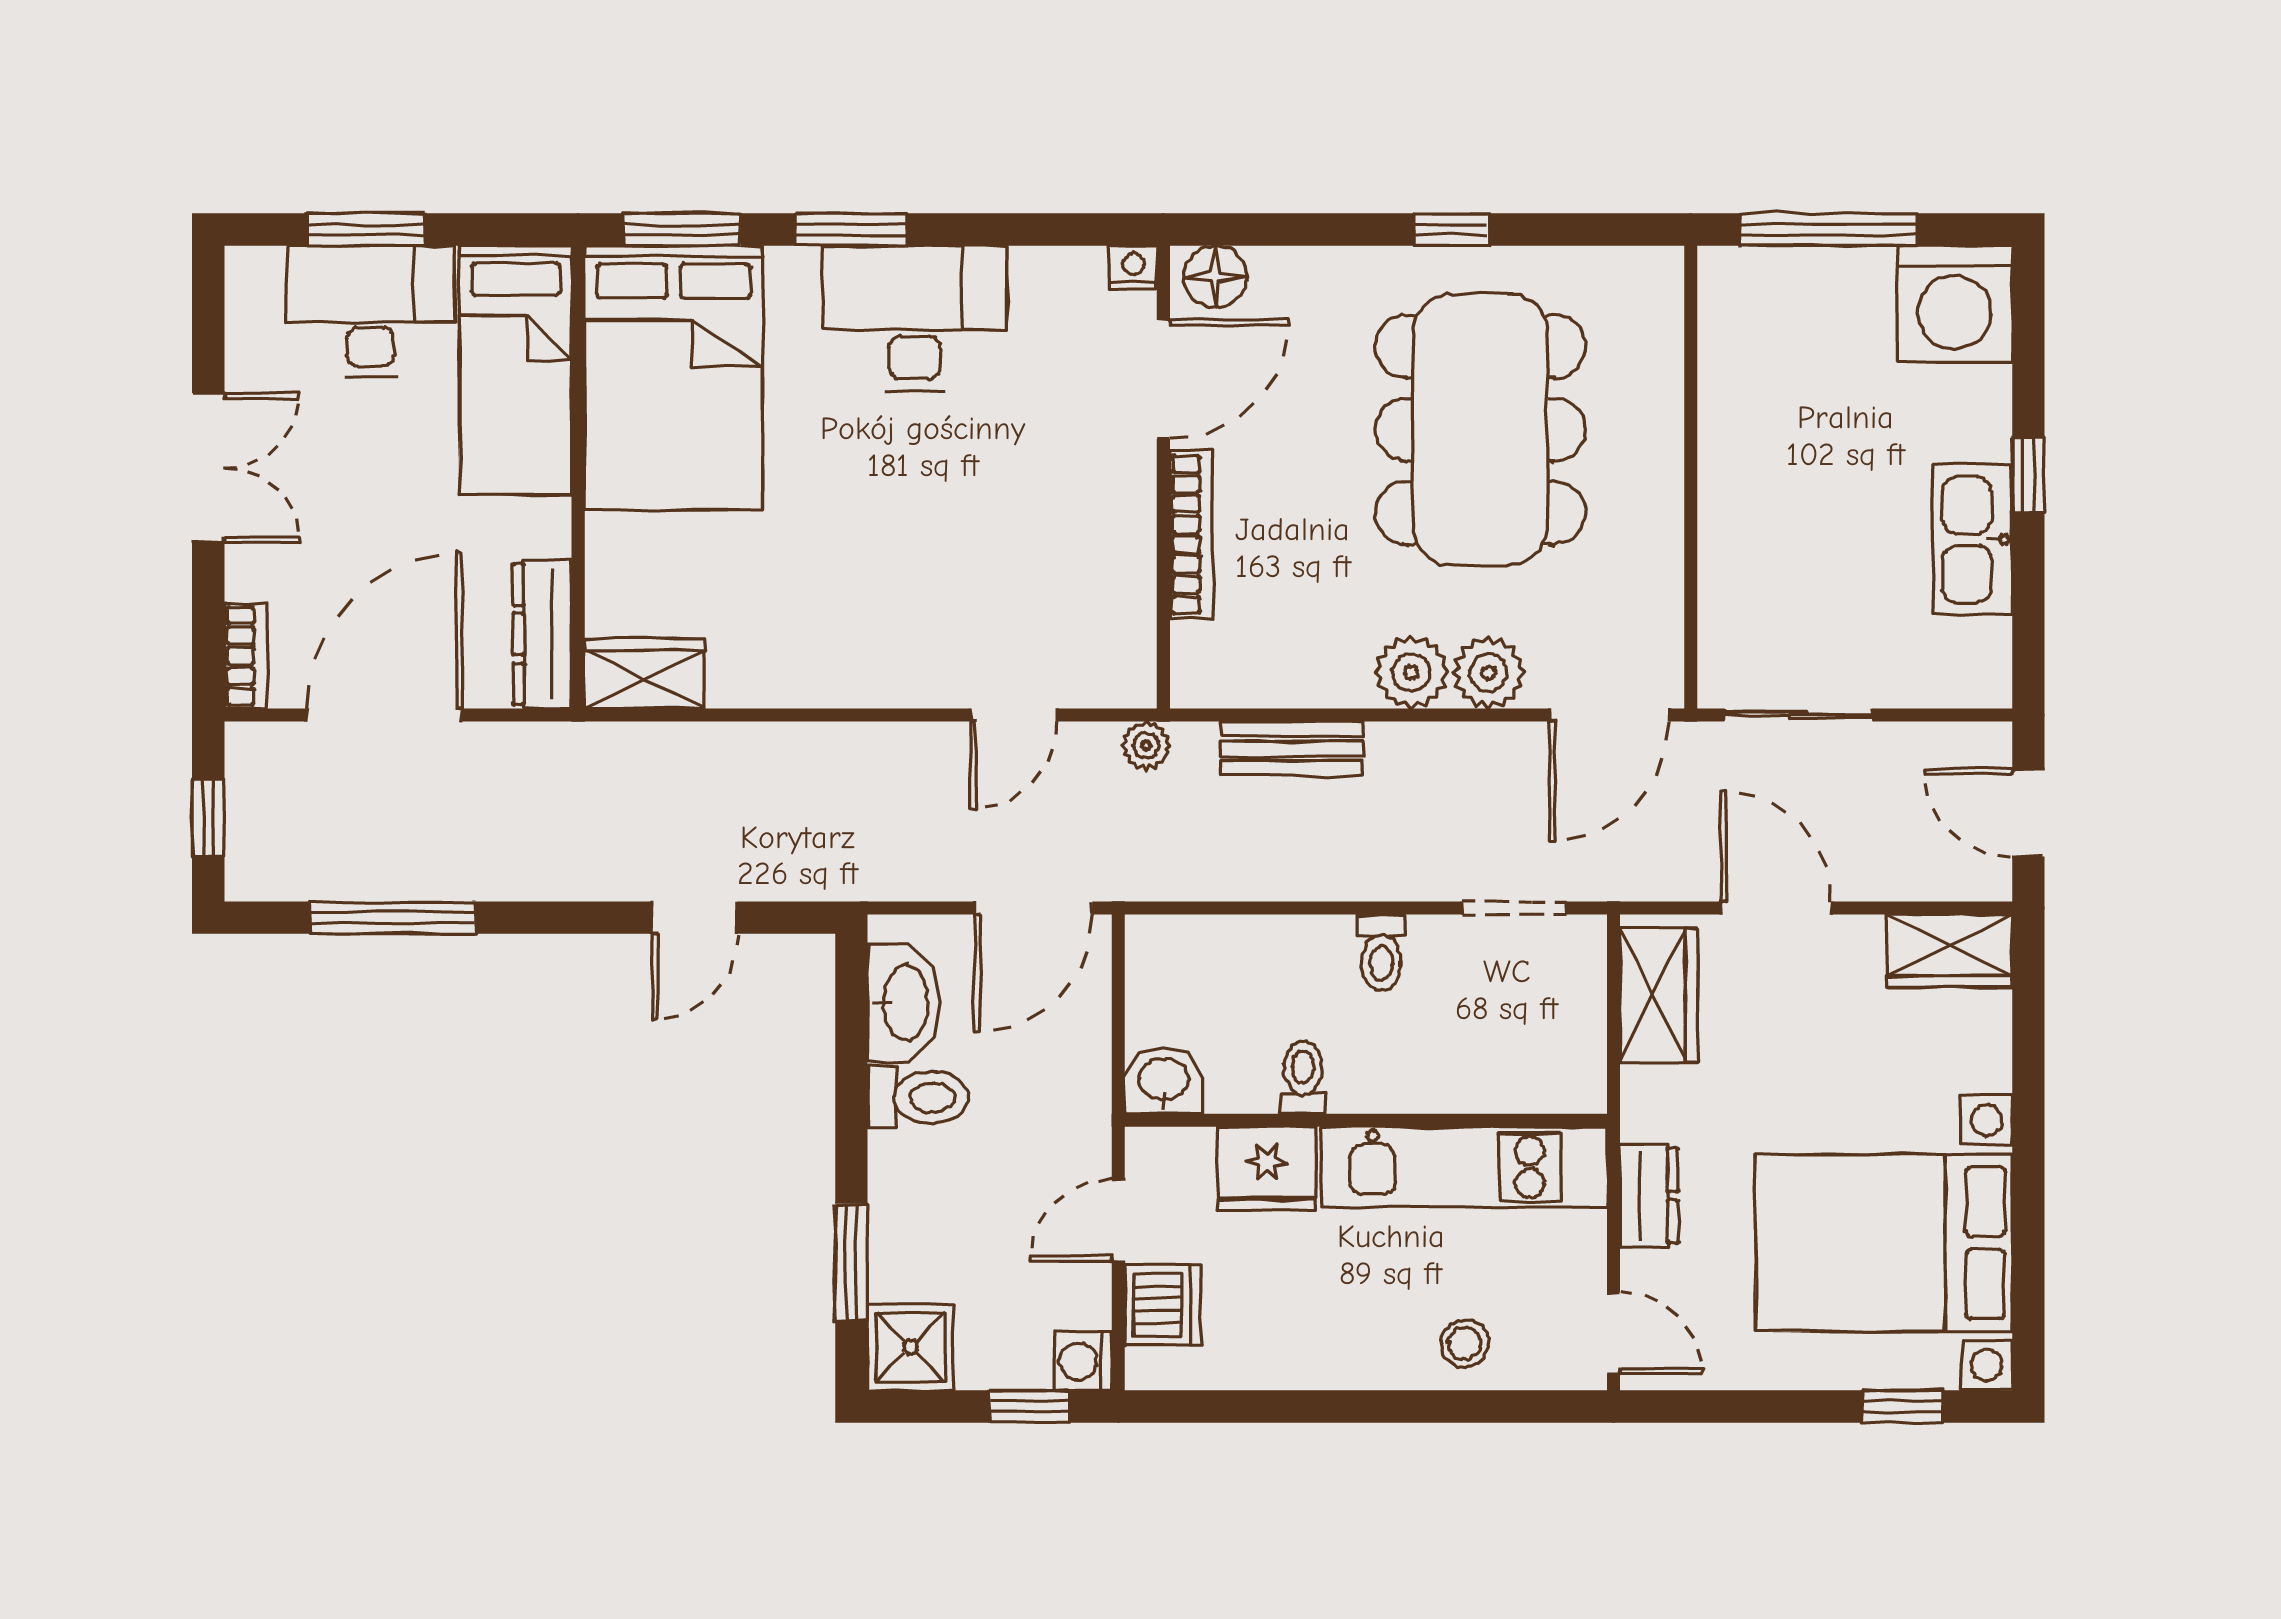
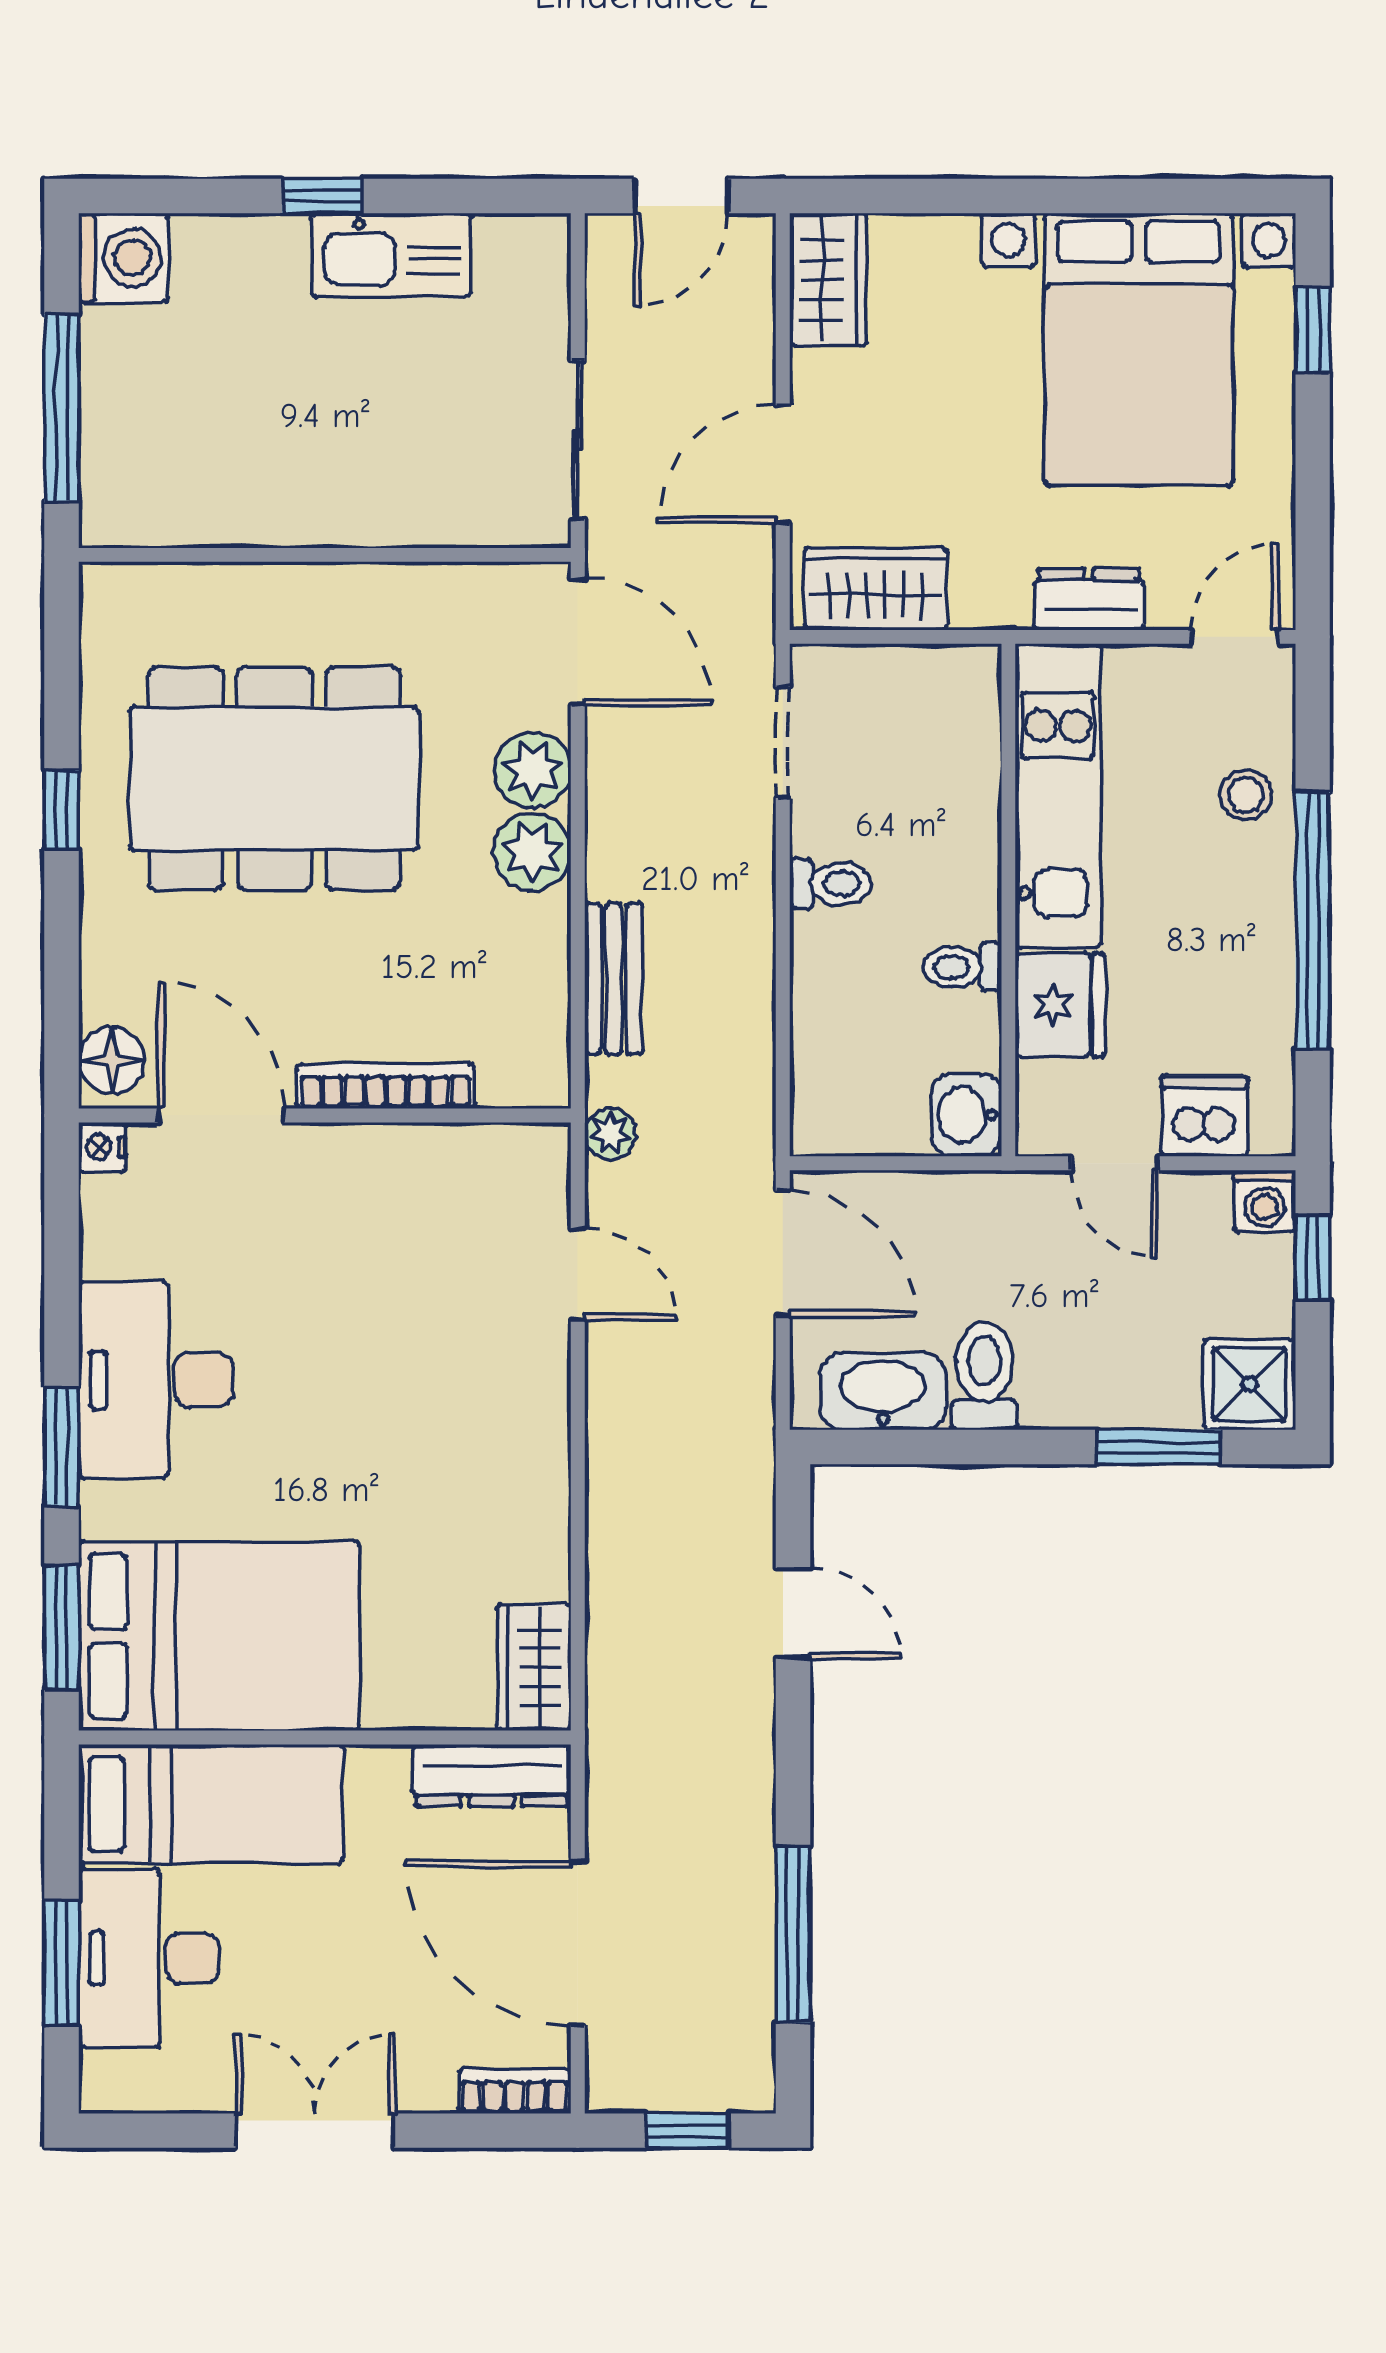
washing machine: (1955, 303) -> (123, 258), width x0.73, depth x0.73
window: (1347, 1406) -> (1313, 920), added

